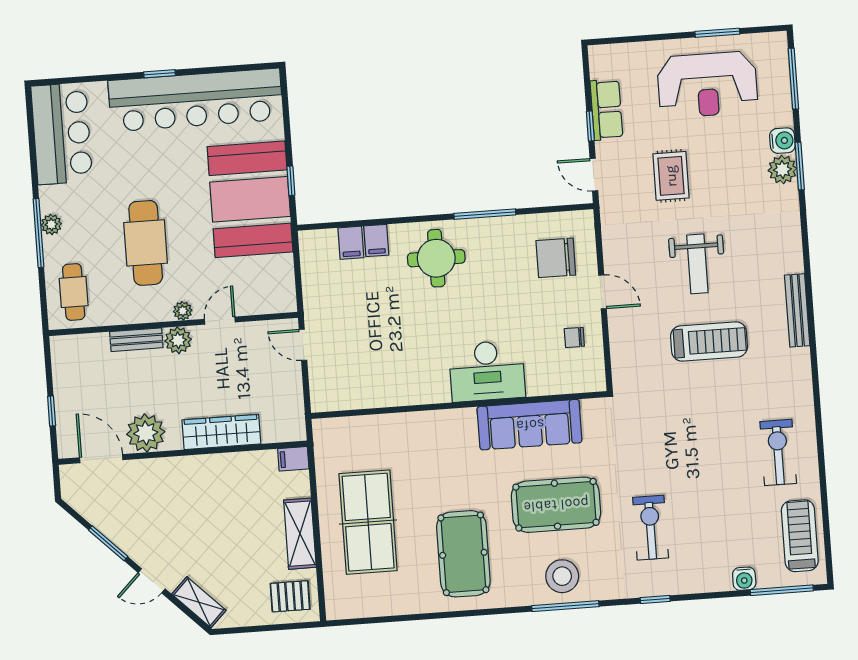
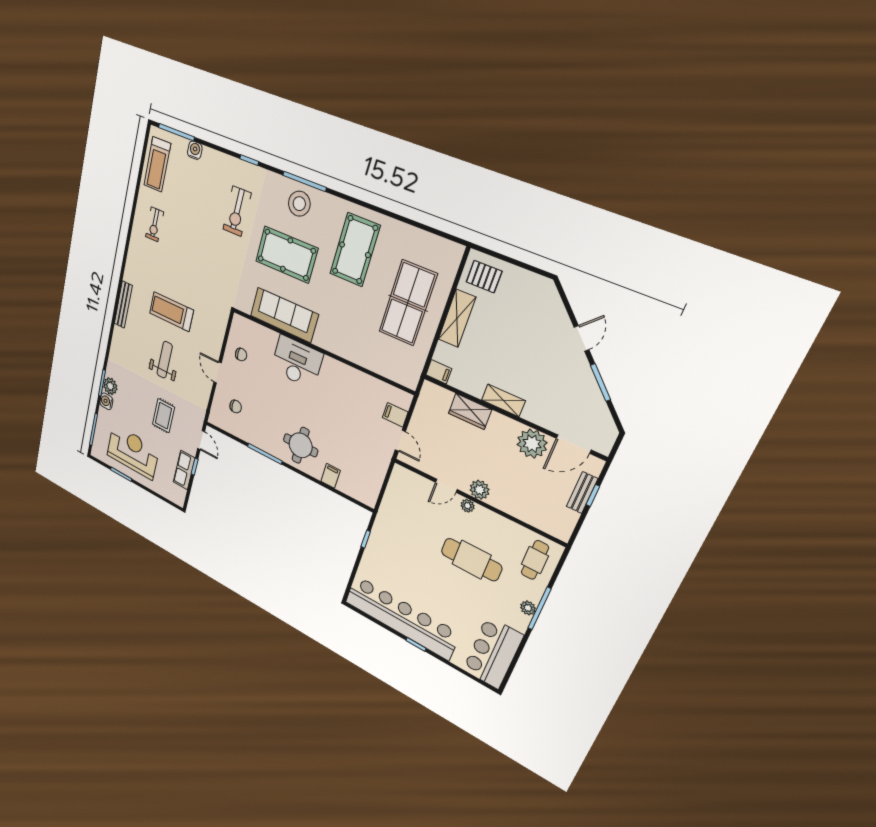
booth: (250, 199) -> (394, 544), removed
cafe table: (146, 243) -> (471, 560), turned 90
filing cabinet: (351, 243) -> (395, 415), moved, turned -90
chair: (556, 258) -> (236, 406), width x0.54, depth x0.54
bench: (136, 340) -> (582, 493), moved, turned 90
wardrobe: (221, 432) -> (470, 411), width x0.67
exercise bike: (778, 452) -> (155, 224), width x0.73, depth x0.72
door: (101, 459) -> (574, 444), hinge flipped
door: (152, 581) -> (581, 338), hinge flipped
shelving: (199, 602) -> (503, 400), moved, turned -45

